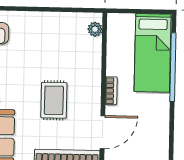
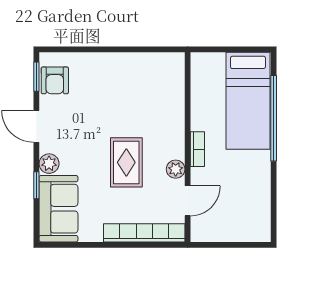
plant: (95, 29) -> (176, 169), moved
door: (102, 132) -> (188, 201), width x0.73

